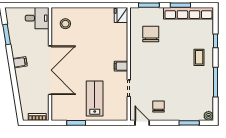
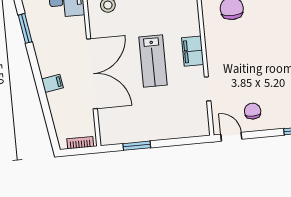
filing cabinet: (20, 62) -> (52, 83), moved
filing cabinet: (121, 66) -> (193, 51), width x2.00
lab bench: (95, 98) -> (153, 61), moved, turned 180

